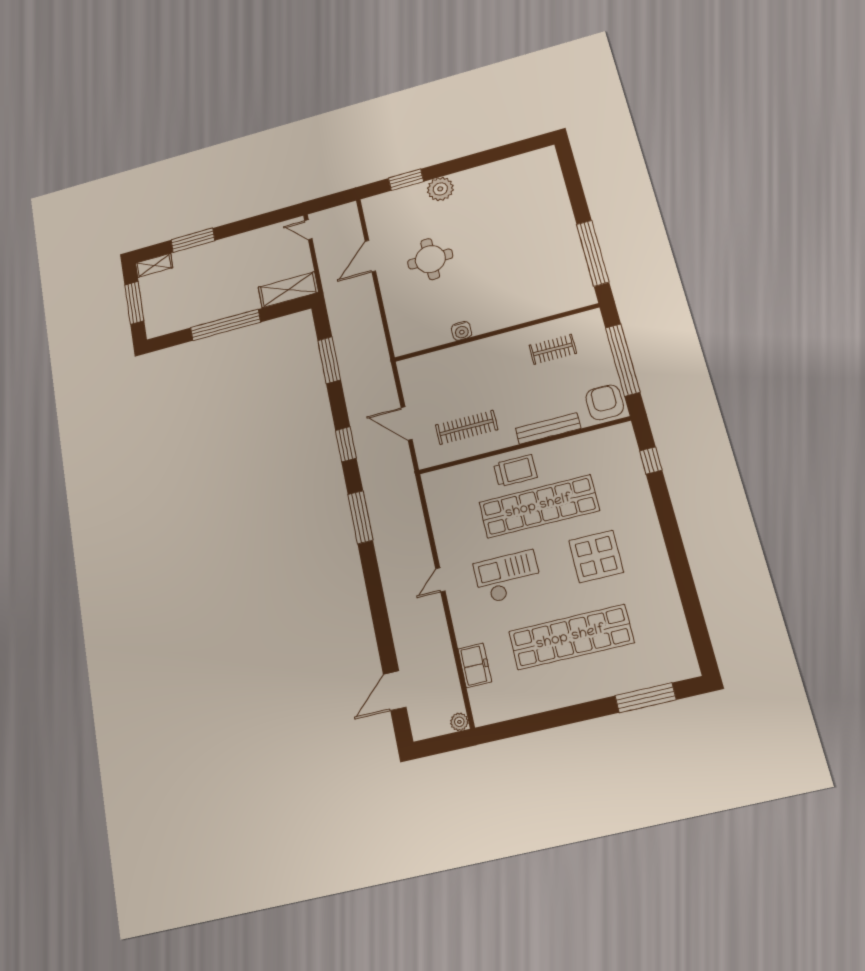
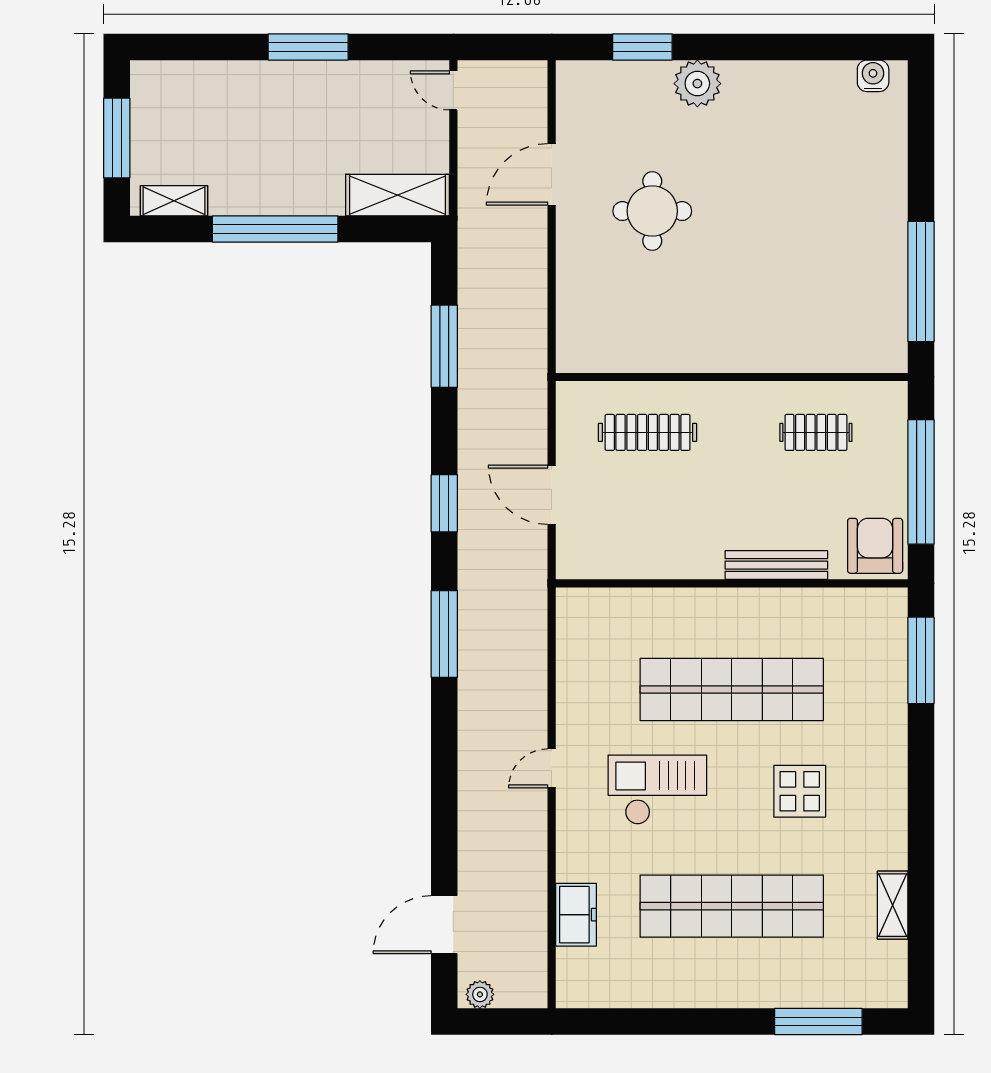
window: (193, 240) -> (308, 47), moved
shelving: (154, 265) -> (174, 201), moved
water cooler: (462, 331) -> (873, 76), moved, turned 180
clothes rail: (467, 427) -> (648, 432), moved
window: (651, 460) -> (921, 660), width x2.17
trolley: (515, 471) -> (708, 621), removed
display table: (596, 556) -> (800, 791), width x0.73, depth x0.73
shelving: (674, 612) -> (893, 905), added
plant: (459, 722) -> (480, 994), moved

